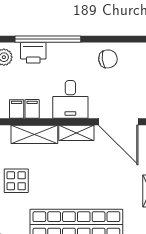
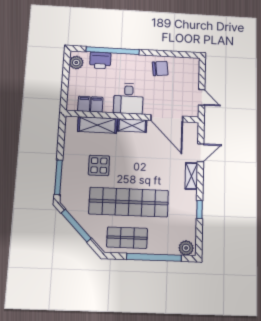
display table: (16, 181) -> (99, 165), moved

